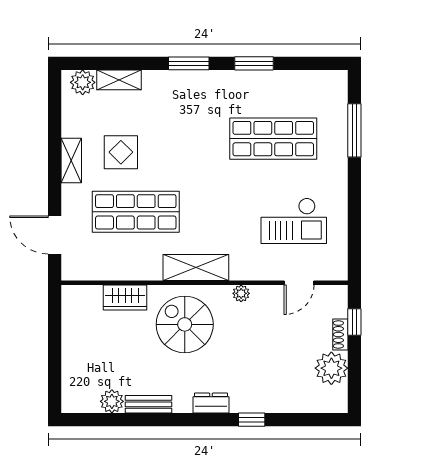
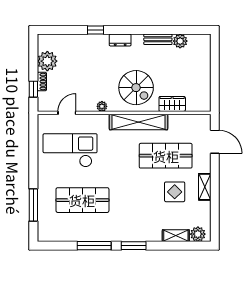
window: (254, 63) -> (94, 246), width x1.44
checkout: (294, 221) -> (70, 150), width x1.36, depth x1.21
shelving: (196, 268) -> (138, 122), width x1.47

